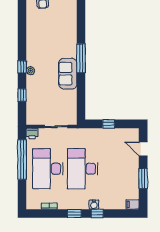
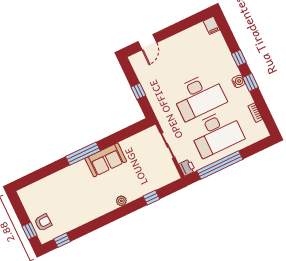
window: (22, 67) -> (62, 240), moved
window: (143, 178) -> (178, 27), removed
water cooler: (94, 205) -> (238, 81), moved

